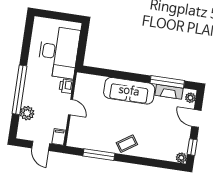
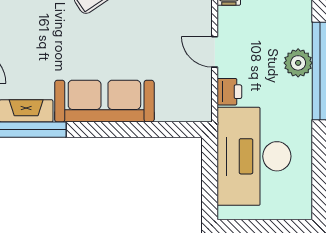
plant: (27, 113) -> (298, 63), moved

